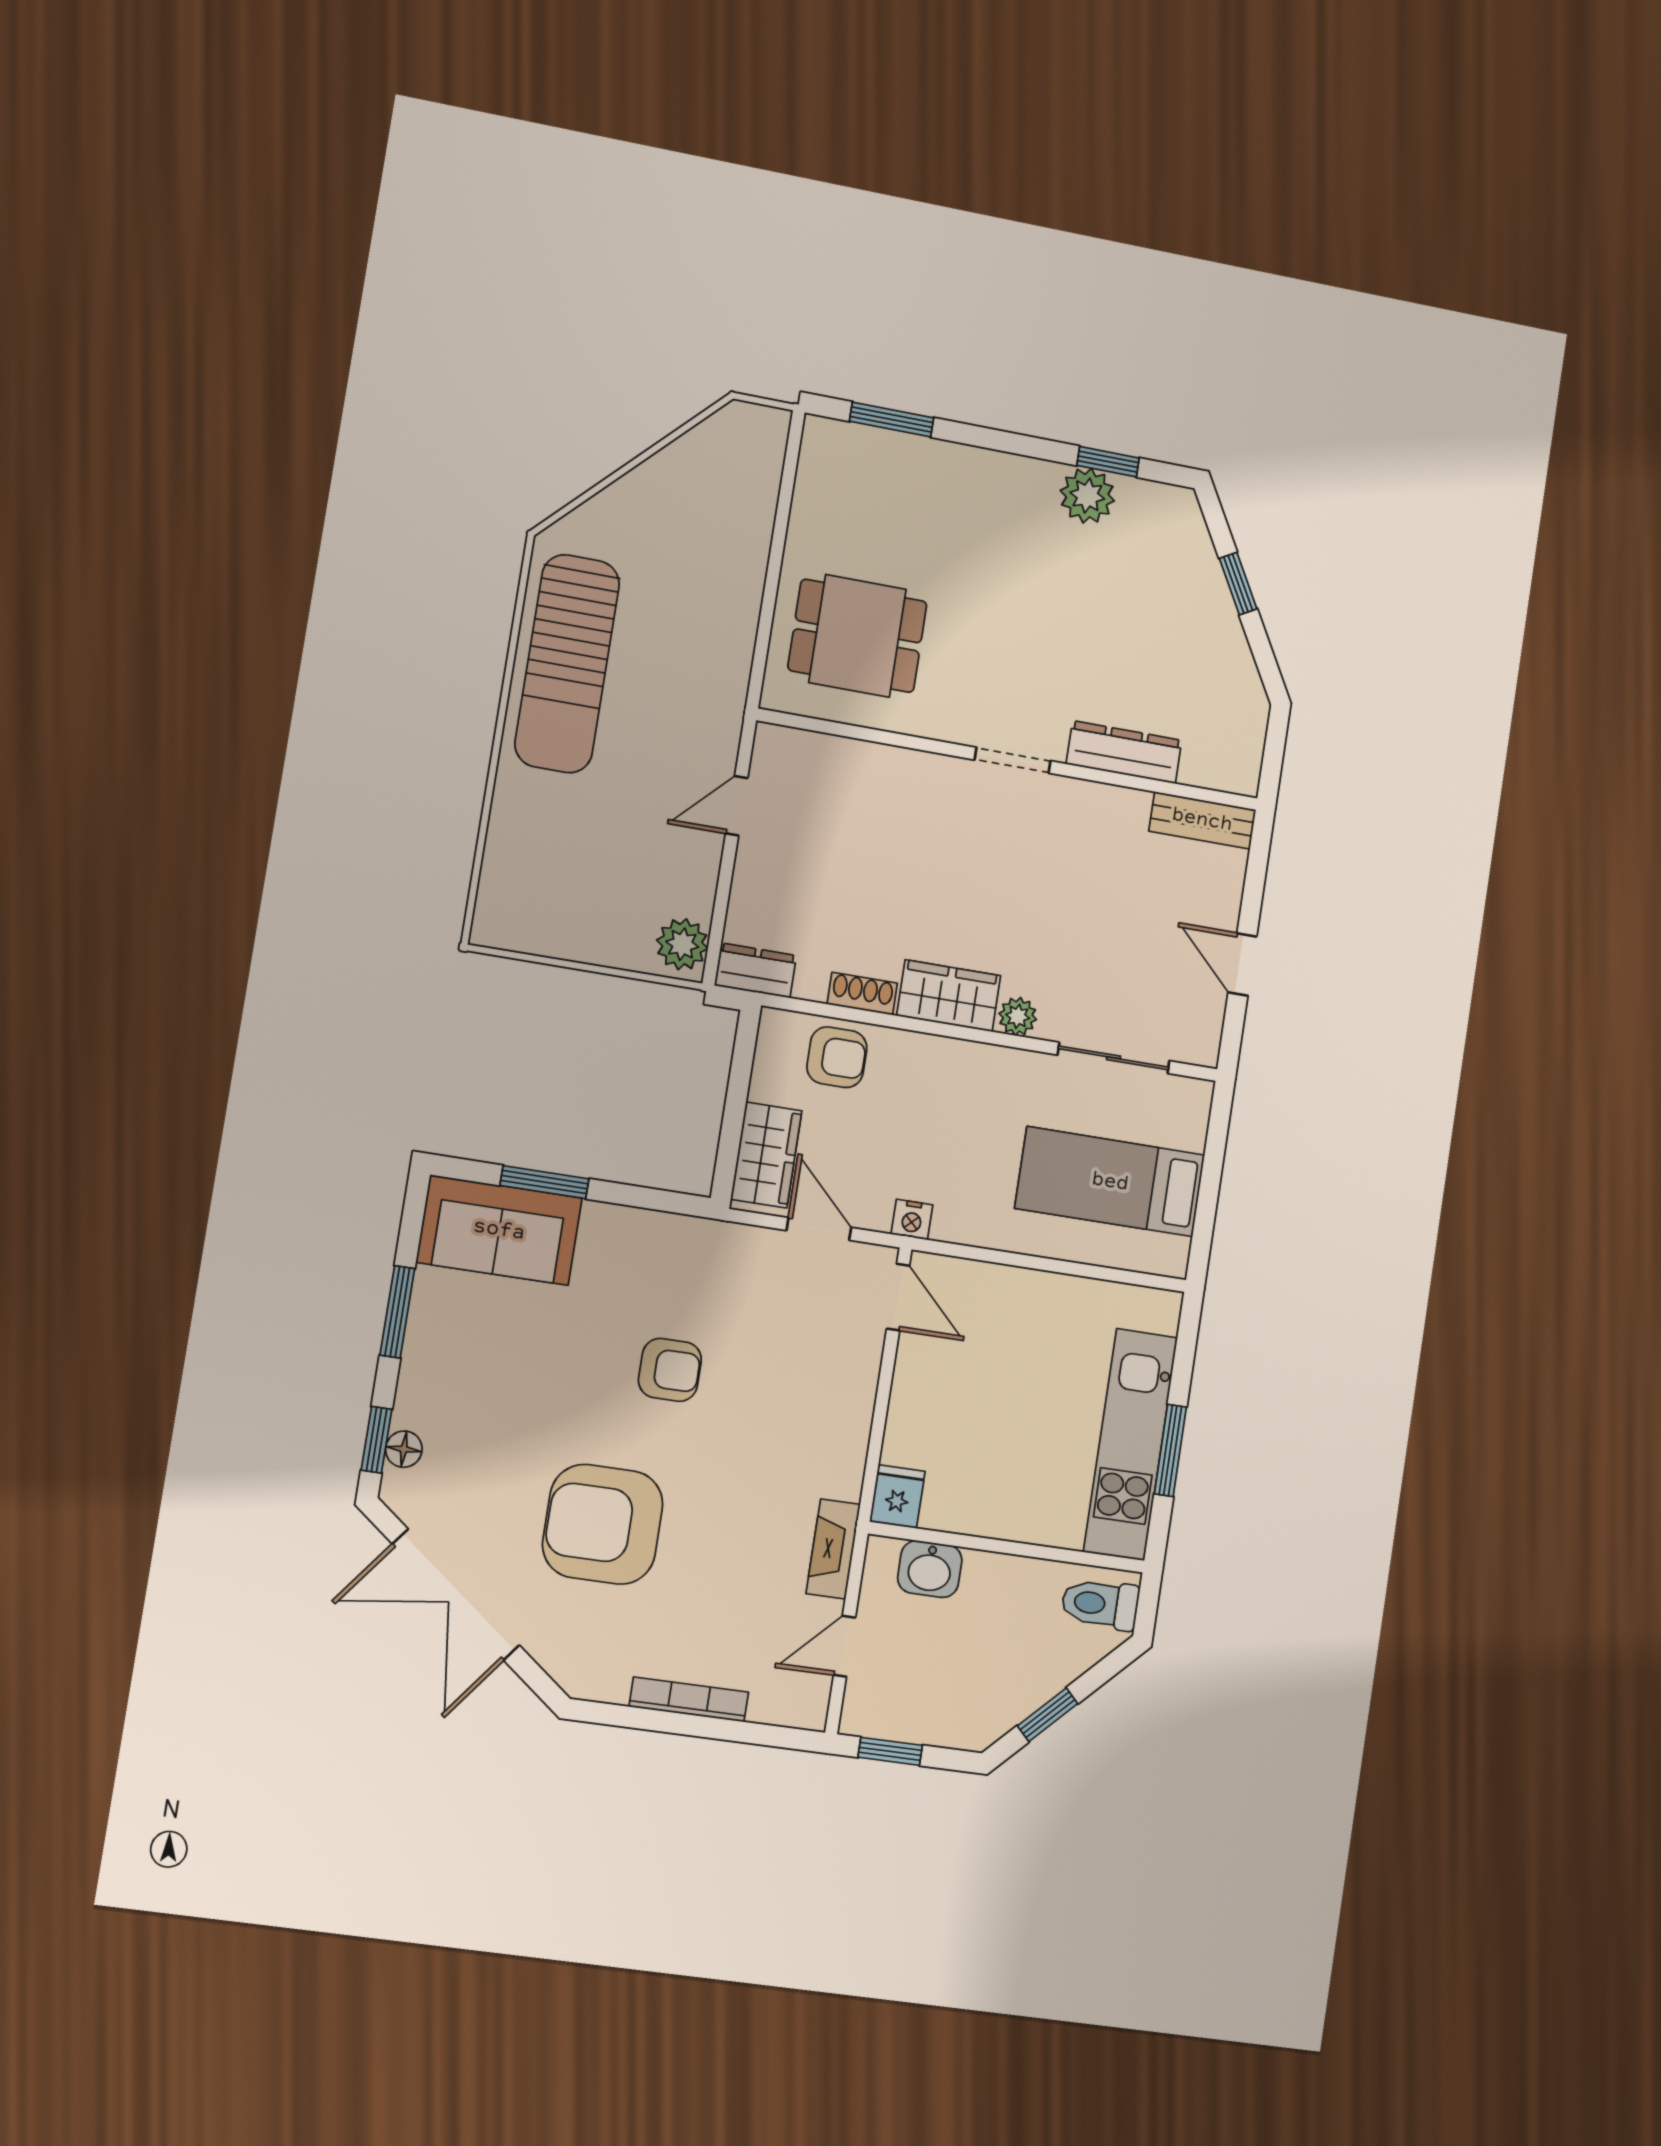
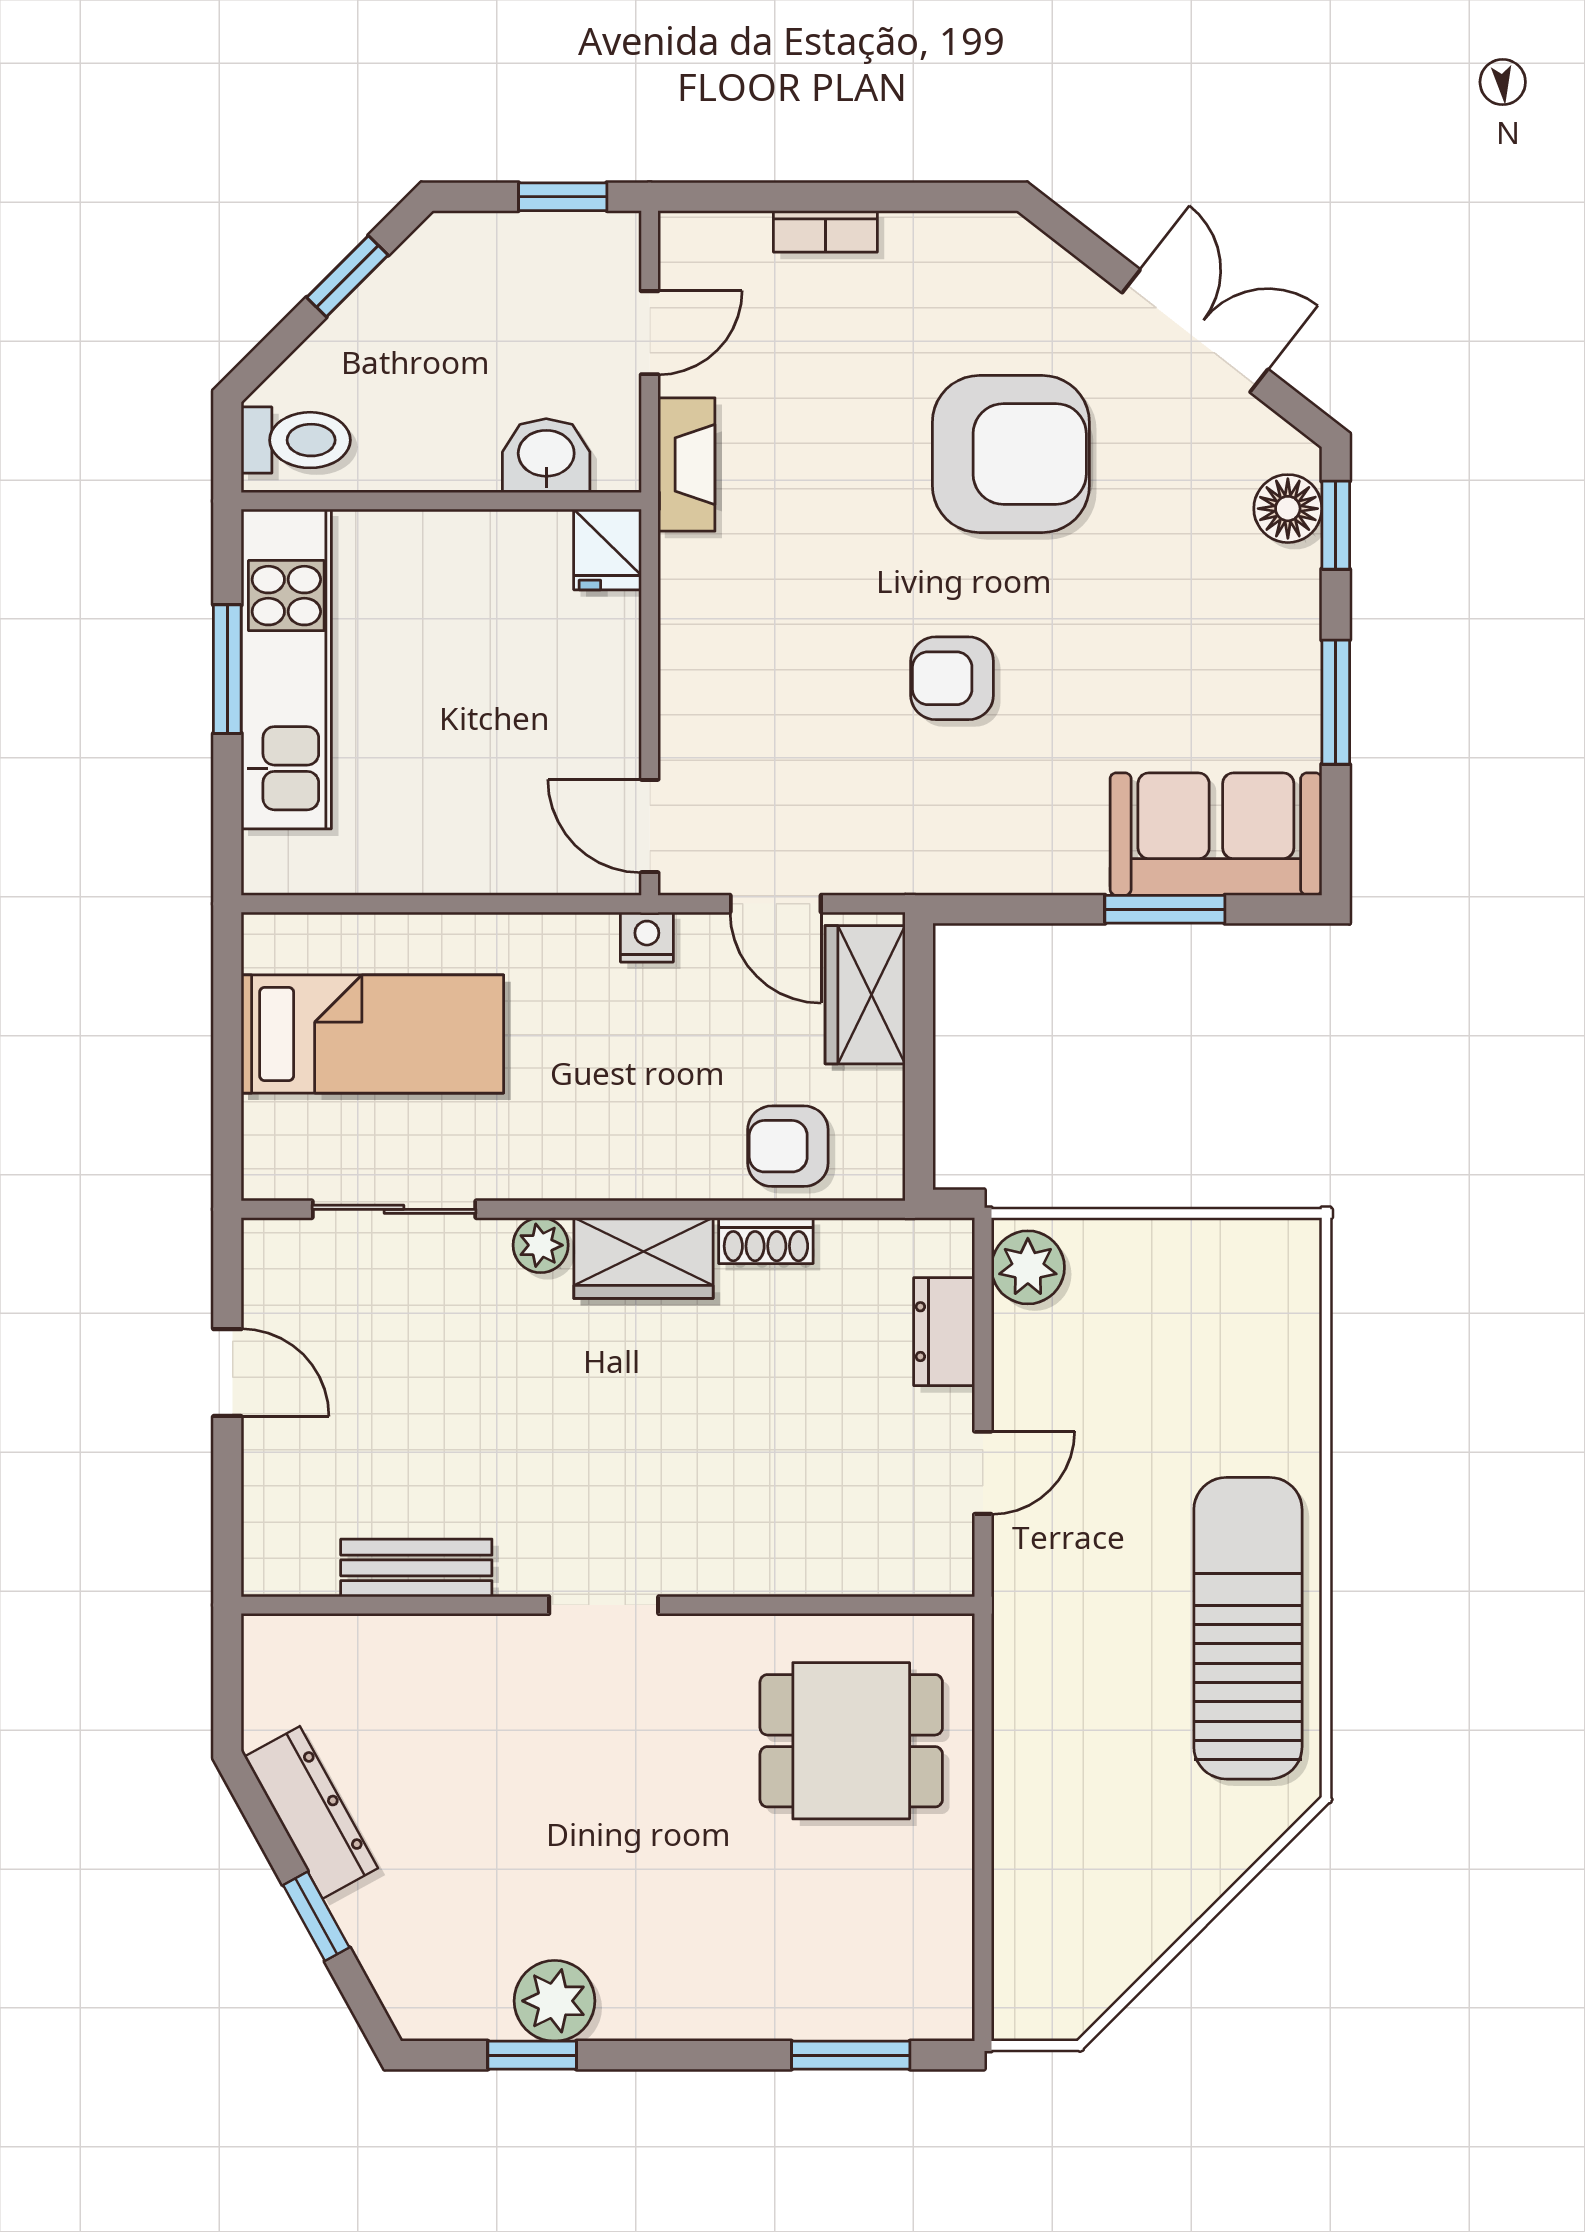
dresser: (1124, 752) -> (311, 1812), moved, turned -119
bench: (1202, 820) -> (416, 1568), moved
dresser: (755, 970) -> (944, 1332), moved, turned 90
floor lamp: (404, 1449) -> (1288, 509), width x1.37, depth x1.37
double door: (456, 1595) -> (1195, 331), width x0.73
bookcase: (689, 1699) -> (825, 231), width x0.64

